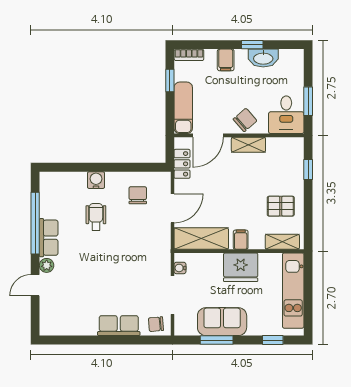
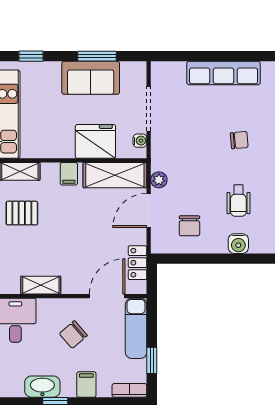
chair: (245, 120) -> (73, 335), moved
shelving: (248, 145) -> (41, 285), moved
plant: (164, 234) -> (159, 180), added
fridge: (241, 267) -> (95, 141), moved
chair: (156, 324) -> (239, 140), moved
row of seats: (119, 326) -> (224, 73), width x1.48

